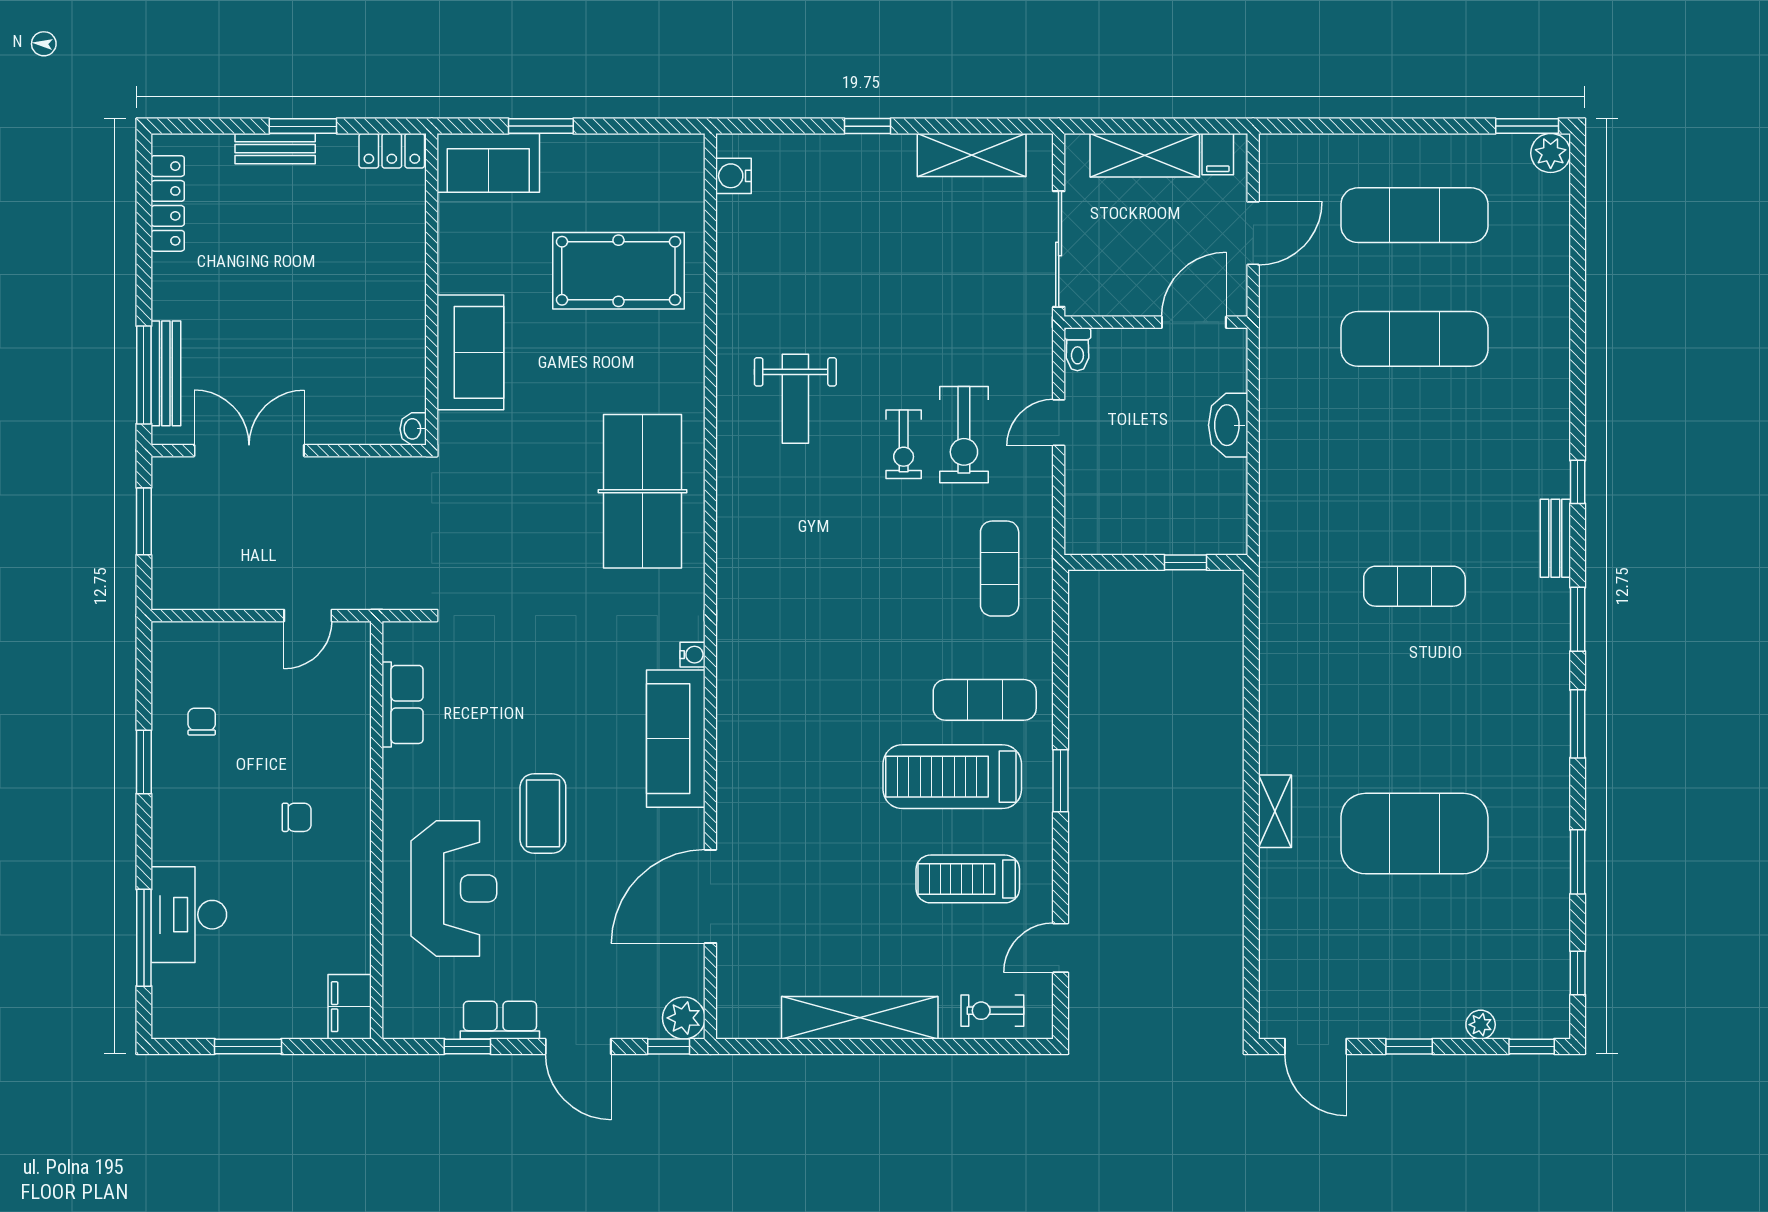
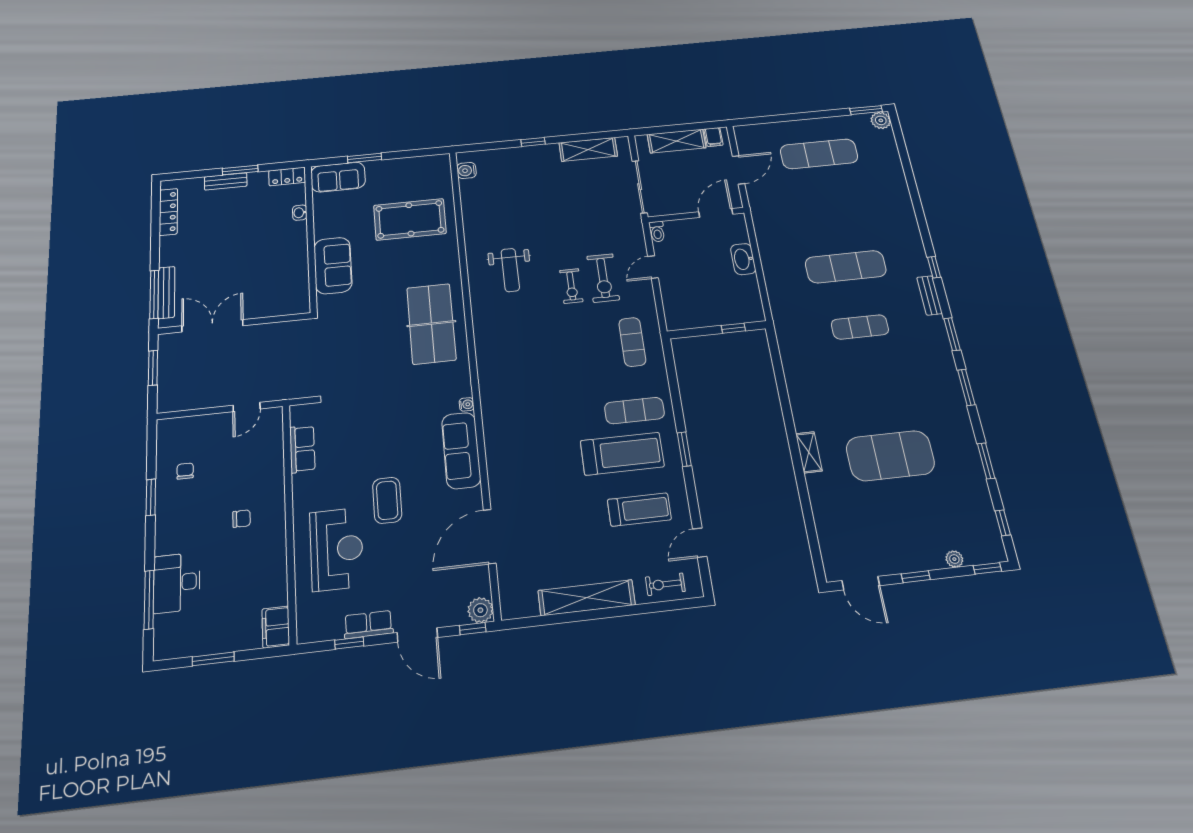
exercise mat: (1414, 339) -> (846, 267), moved
washbasin: (413, 429) -> (300, 213), moved
treadmill: (952, 777) -> (622, 454), turned 180
treadmill: (968, 879) -> (639, 510), turned 180

